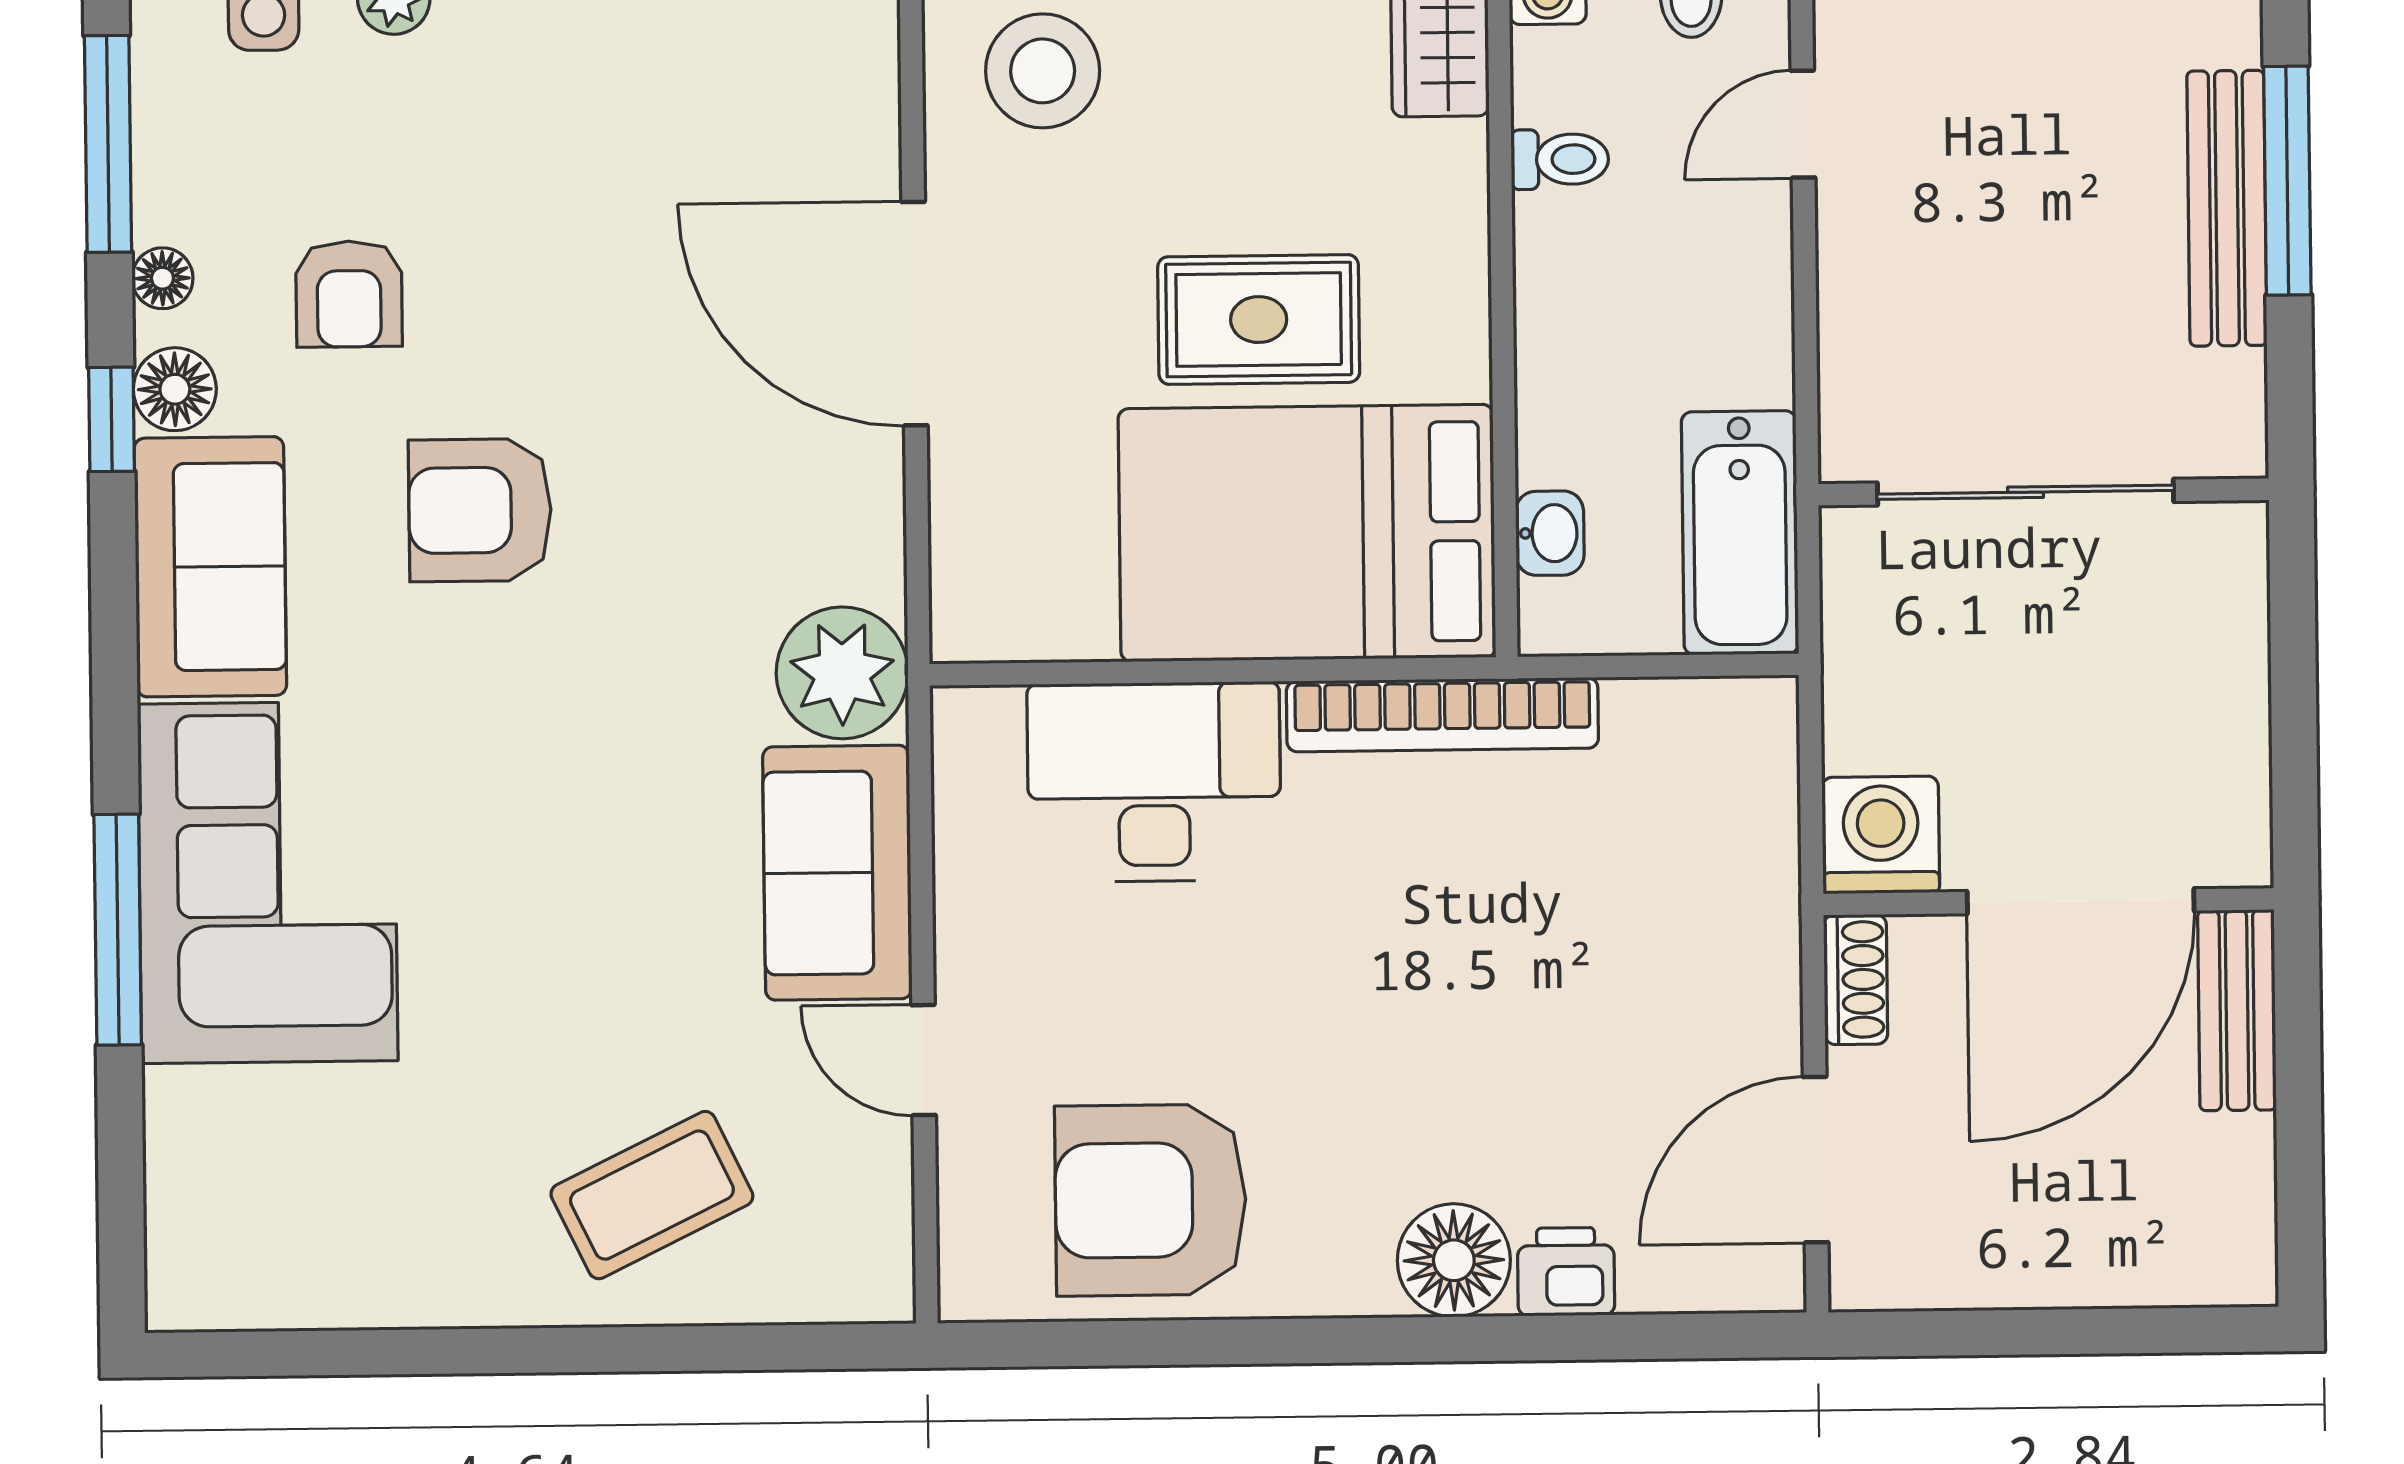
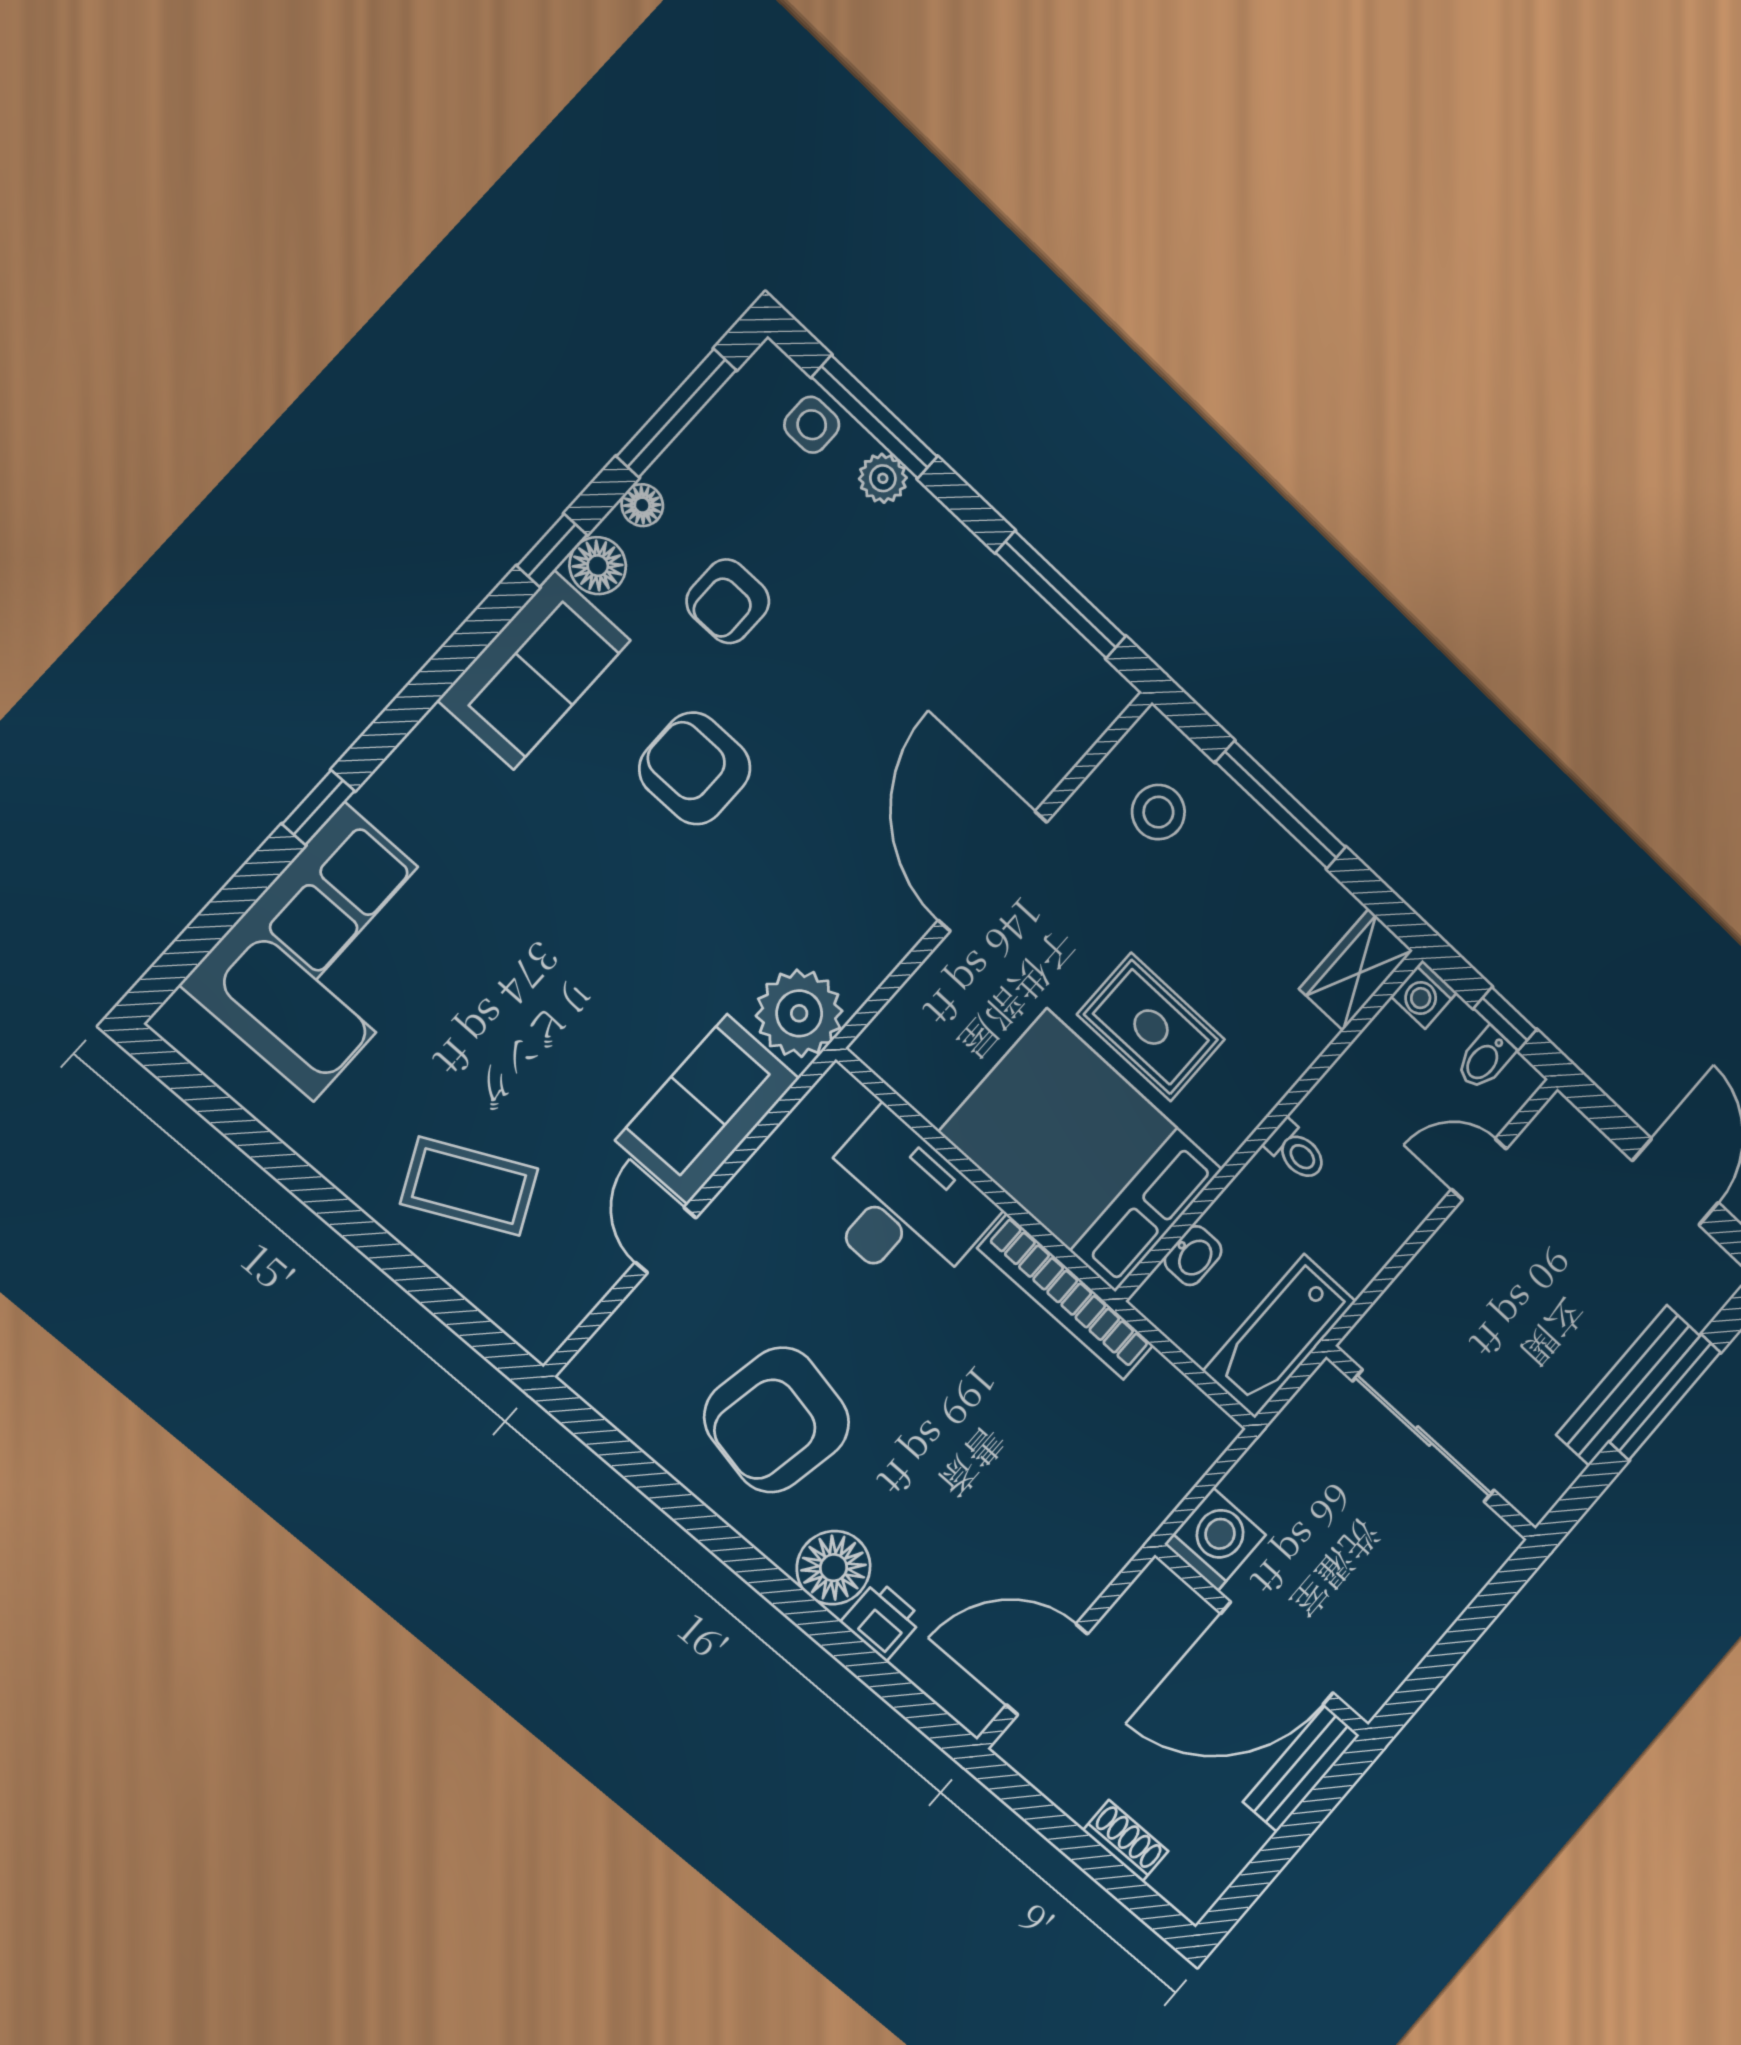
stool: (1043, 71) -> (1158, 812), width x0.73, depth x0.73
toilet: (1560, 159) -> (1296, 1151), moved
corner sofa: (268, 882) -> (329, 952), moved
window: (118, 930) -> (318, 807), width x0.46
shoe rack: (1856, 980) -> (1126, 1841), moved, turned -90
armchair: (1151, 1200) -> (777, 1420), moved, turned -79

